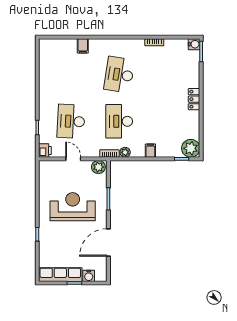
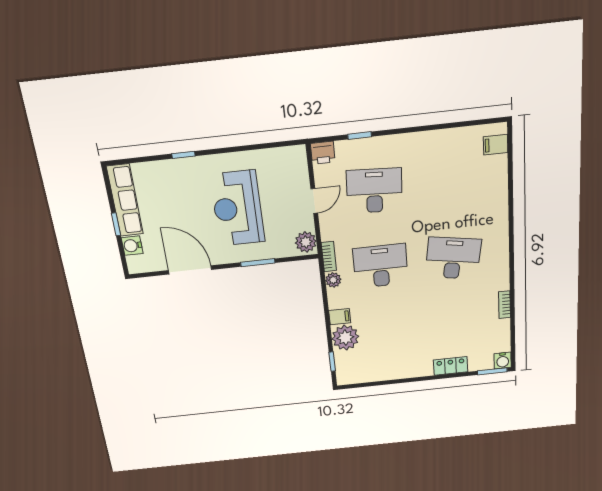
filing cabinet: (83, 46) -> (496, 145), moved
locker: (194, 99) -> (451, 366), moved
plant: (191, 148) -> (345, 338), moved
reception desk: (73, 207) -> (237, 208), turned 180

